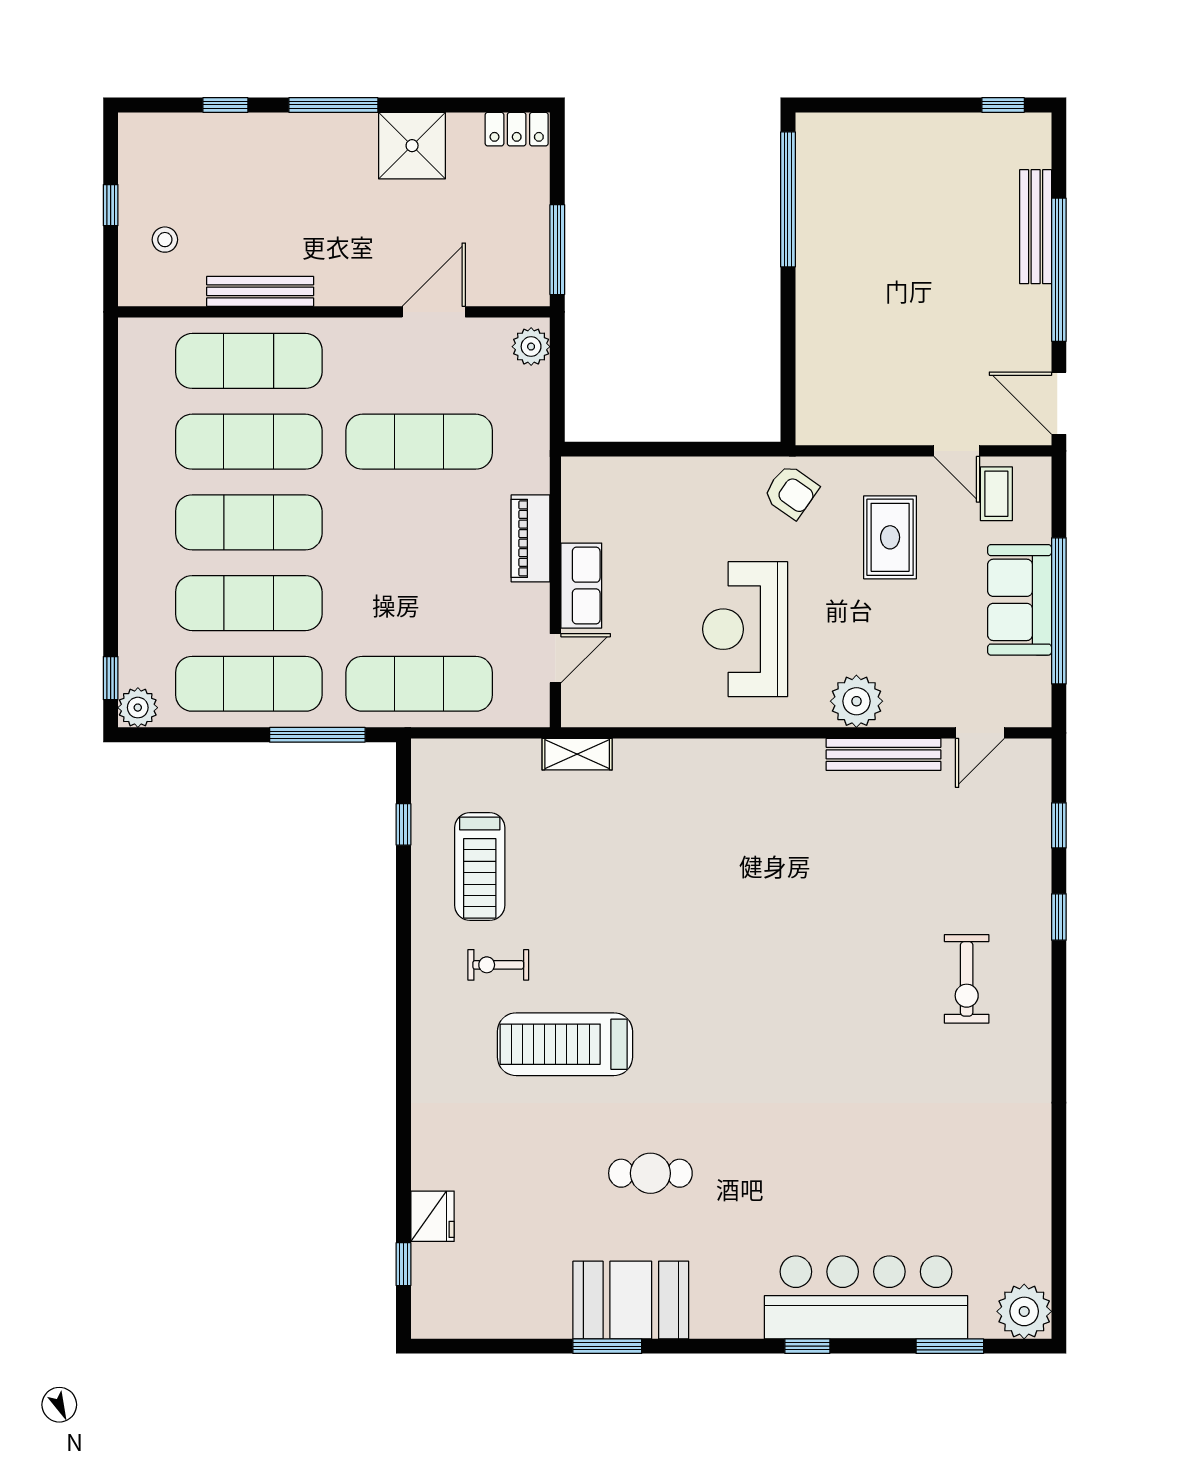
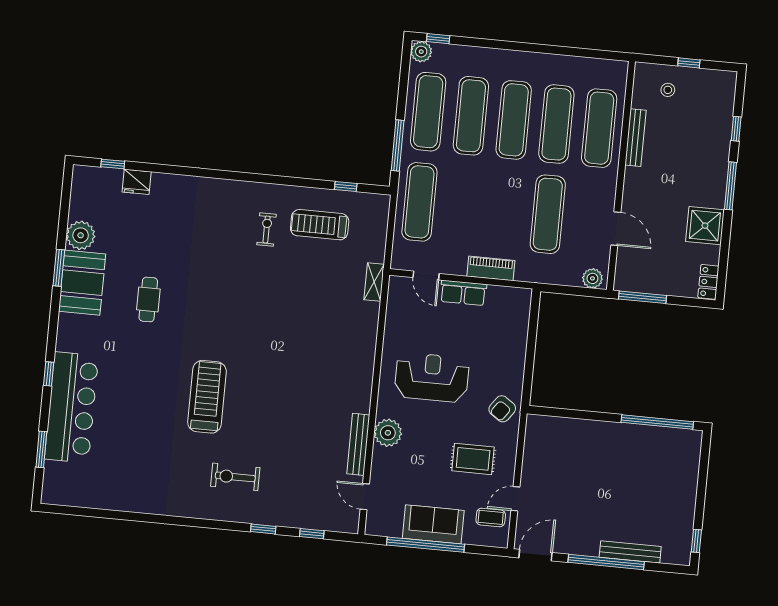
treadmill: (565, 1044) -> (207, 397), moved
plant: (1024, 1311) -> (81, 235), moved

